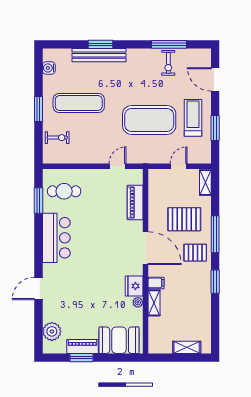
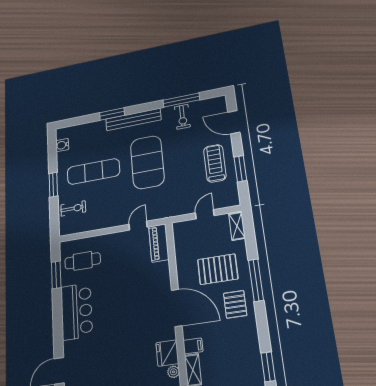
bench: (99, 55) -> (133, 119), moved
exercise mat: (149, 120) -> (147, 162), moved, turned 90
piano: (135, 202) -> (159, 243), moved
pallet: (195, 253) -> (235, 304), turned 90
window: (215, 282) -> (268, 367), moved

